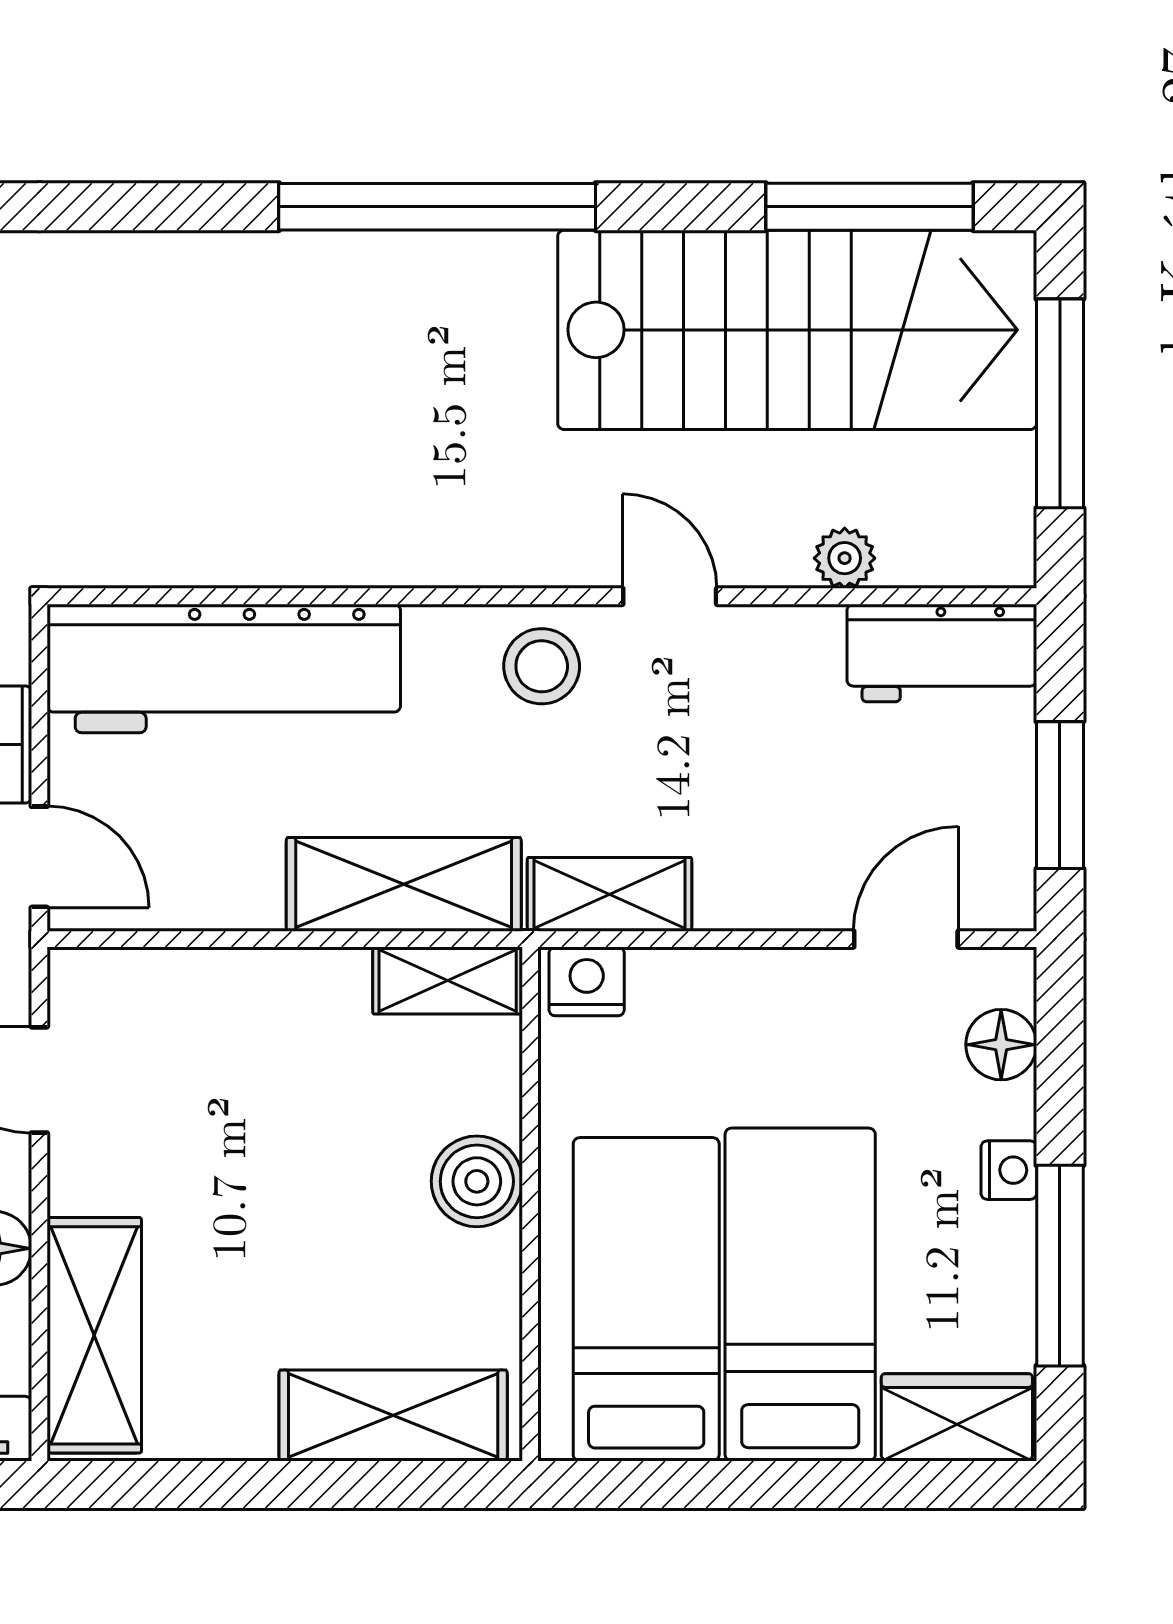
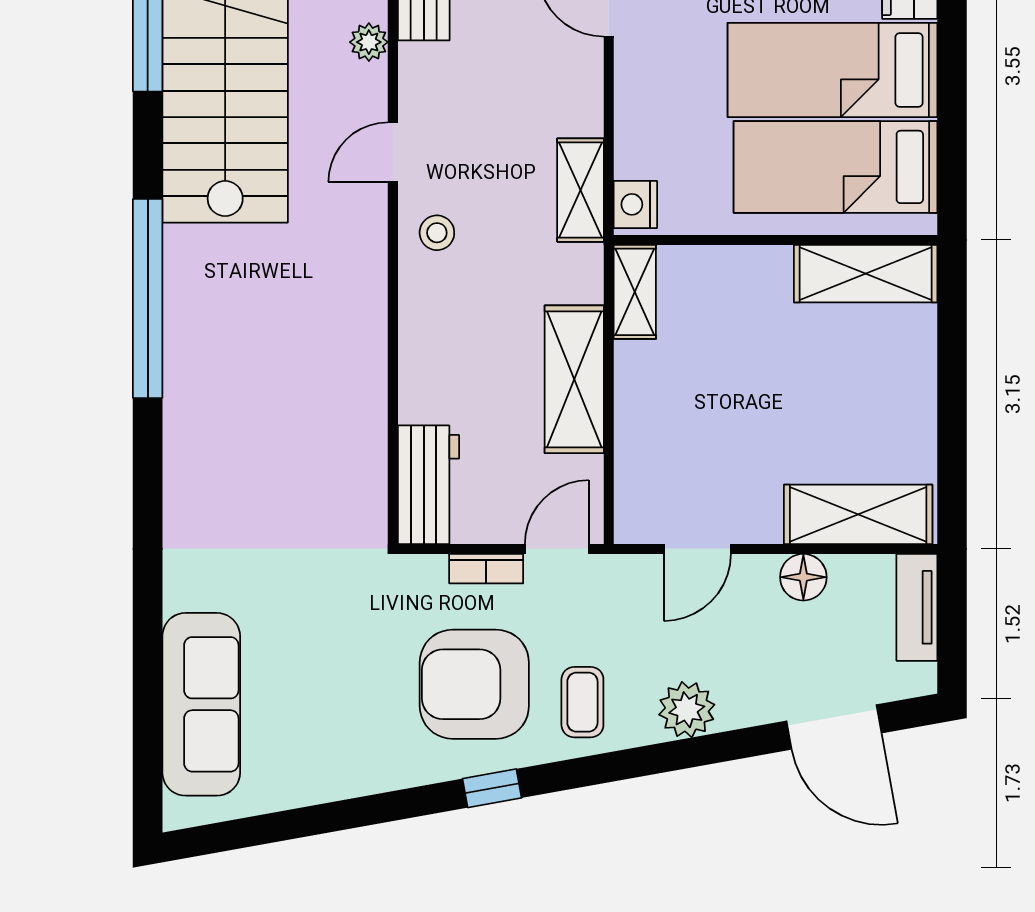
stool: (542, 666) -> (437, 233), width x0.73, depth x0.73
workbench: (224, 668) -> (428, 485), width x0.53, depth x0.76
shelving: (404, 884) -> (574, 379), moved
boiler: (477, 1181) -> (761, 274), removed
shelving: (393, 1415) -> (866, 274), moved, turned 90

